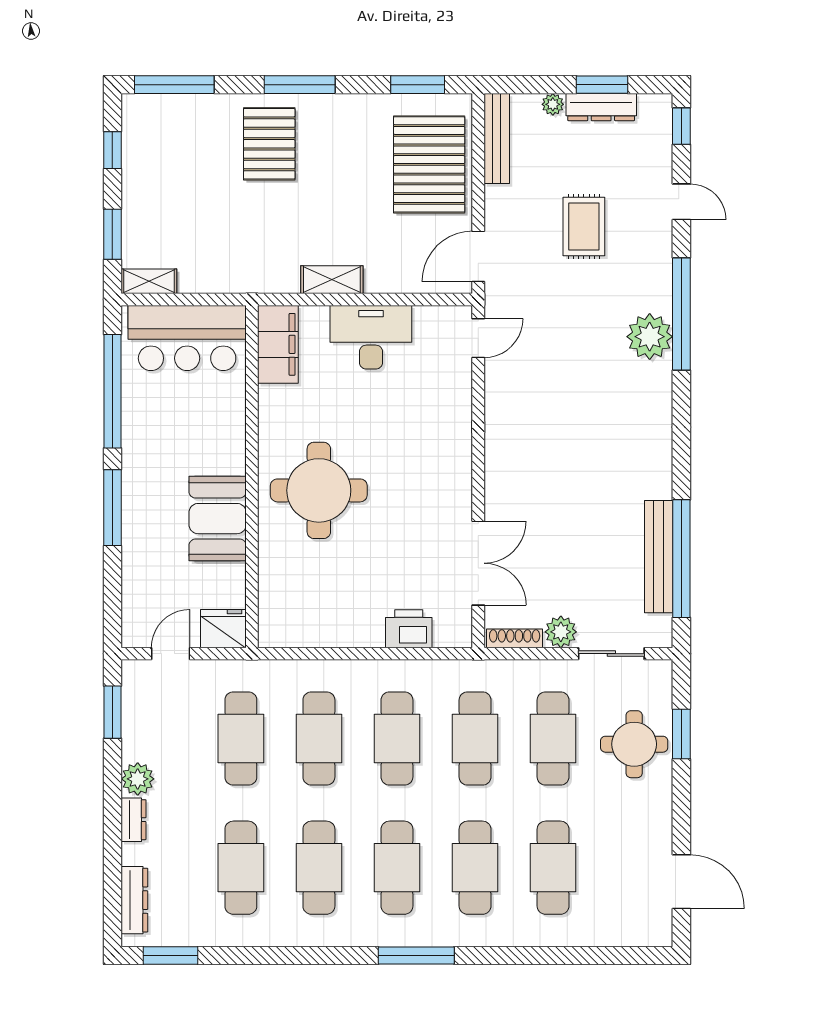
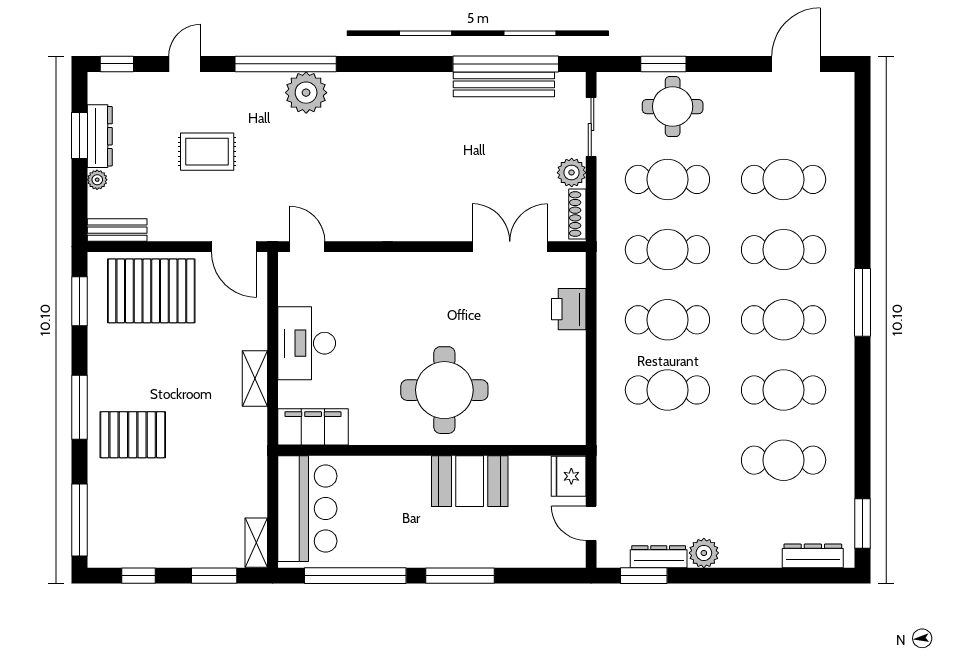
bench: (497, 139) -> (117, 230), width x0.73
cafe table: (241, 739) -> (667, 460), removed
dresser: (134, 820) -> (659, 557), moved, width x1.44

